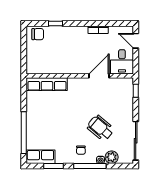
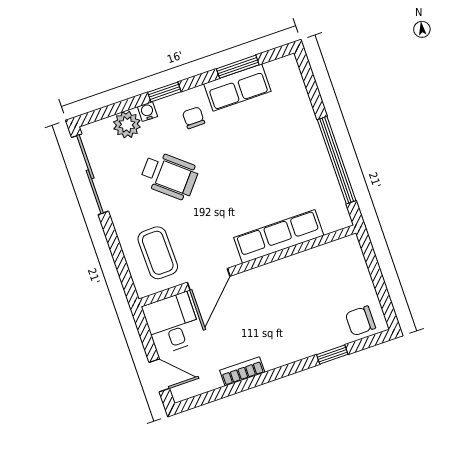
row of seats: (47, 84) -> (279, 236), moved
window: (136, 91) -> (125, 275), removed
coffee table: (118, 95) -> (158, 253), added
window: (24, 133) -> (337, 160), moved
row of seats: (40, 157) -> (237, 88), moved
window: (90, 166) -> (164, 92), width x0.46

